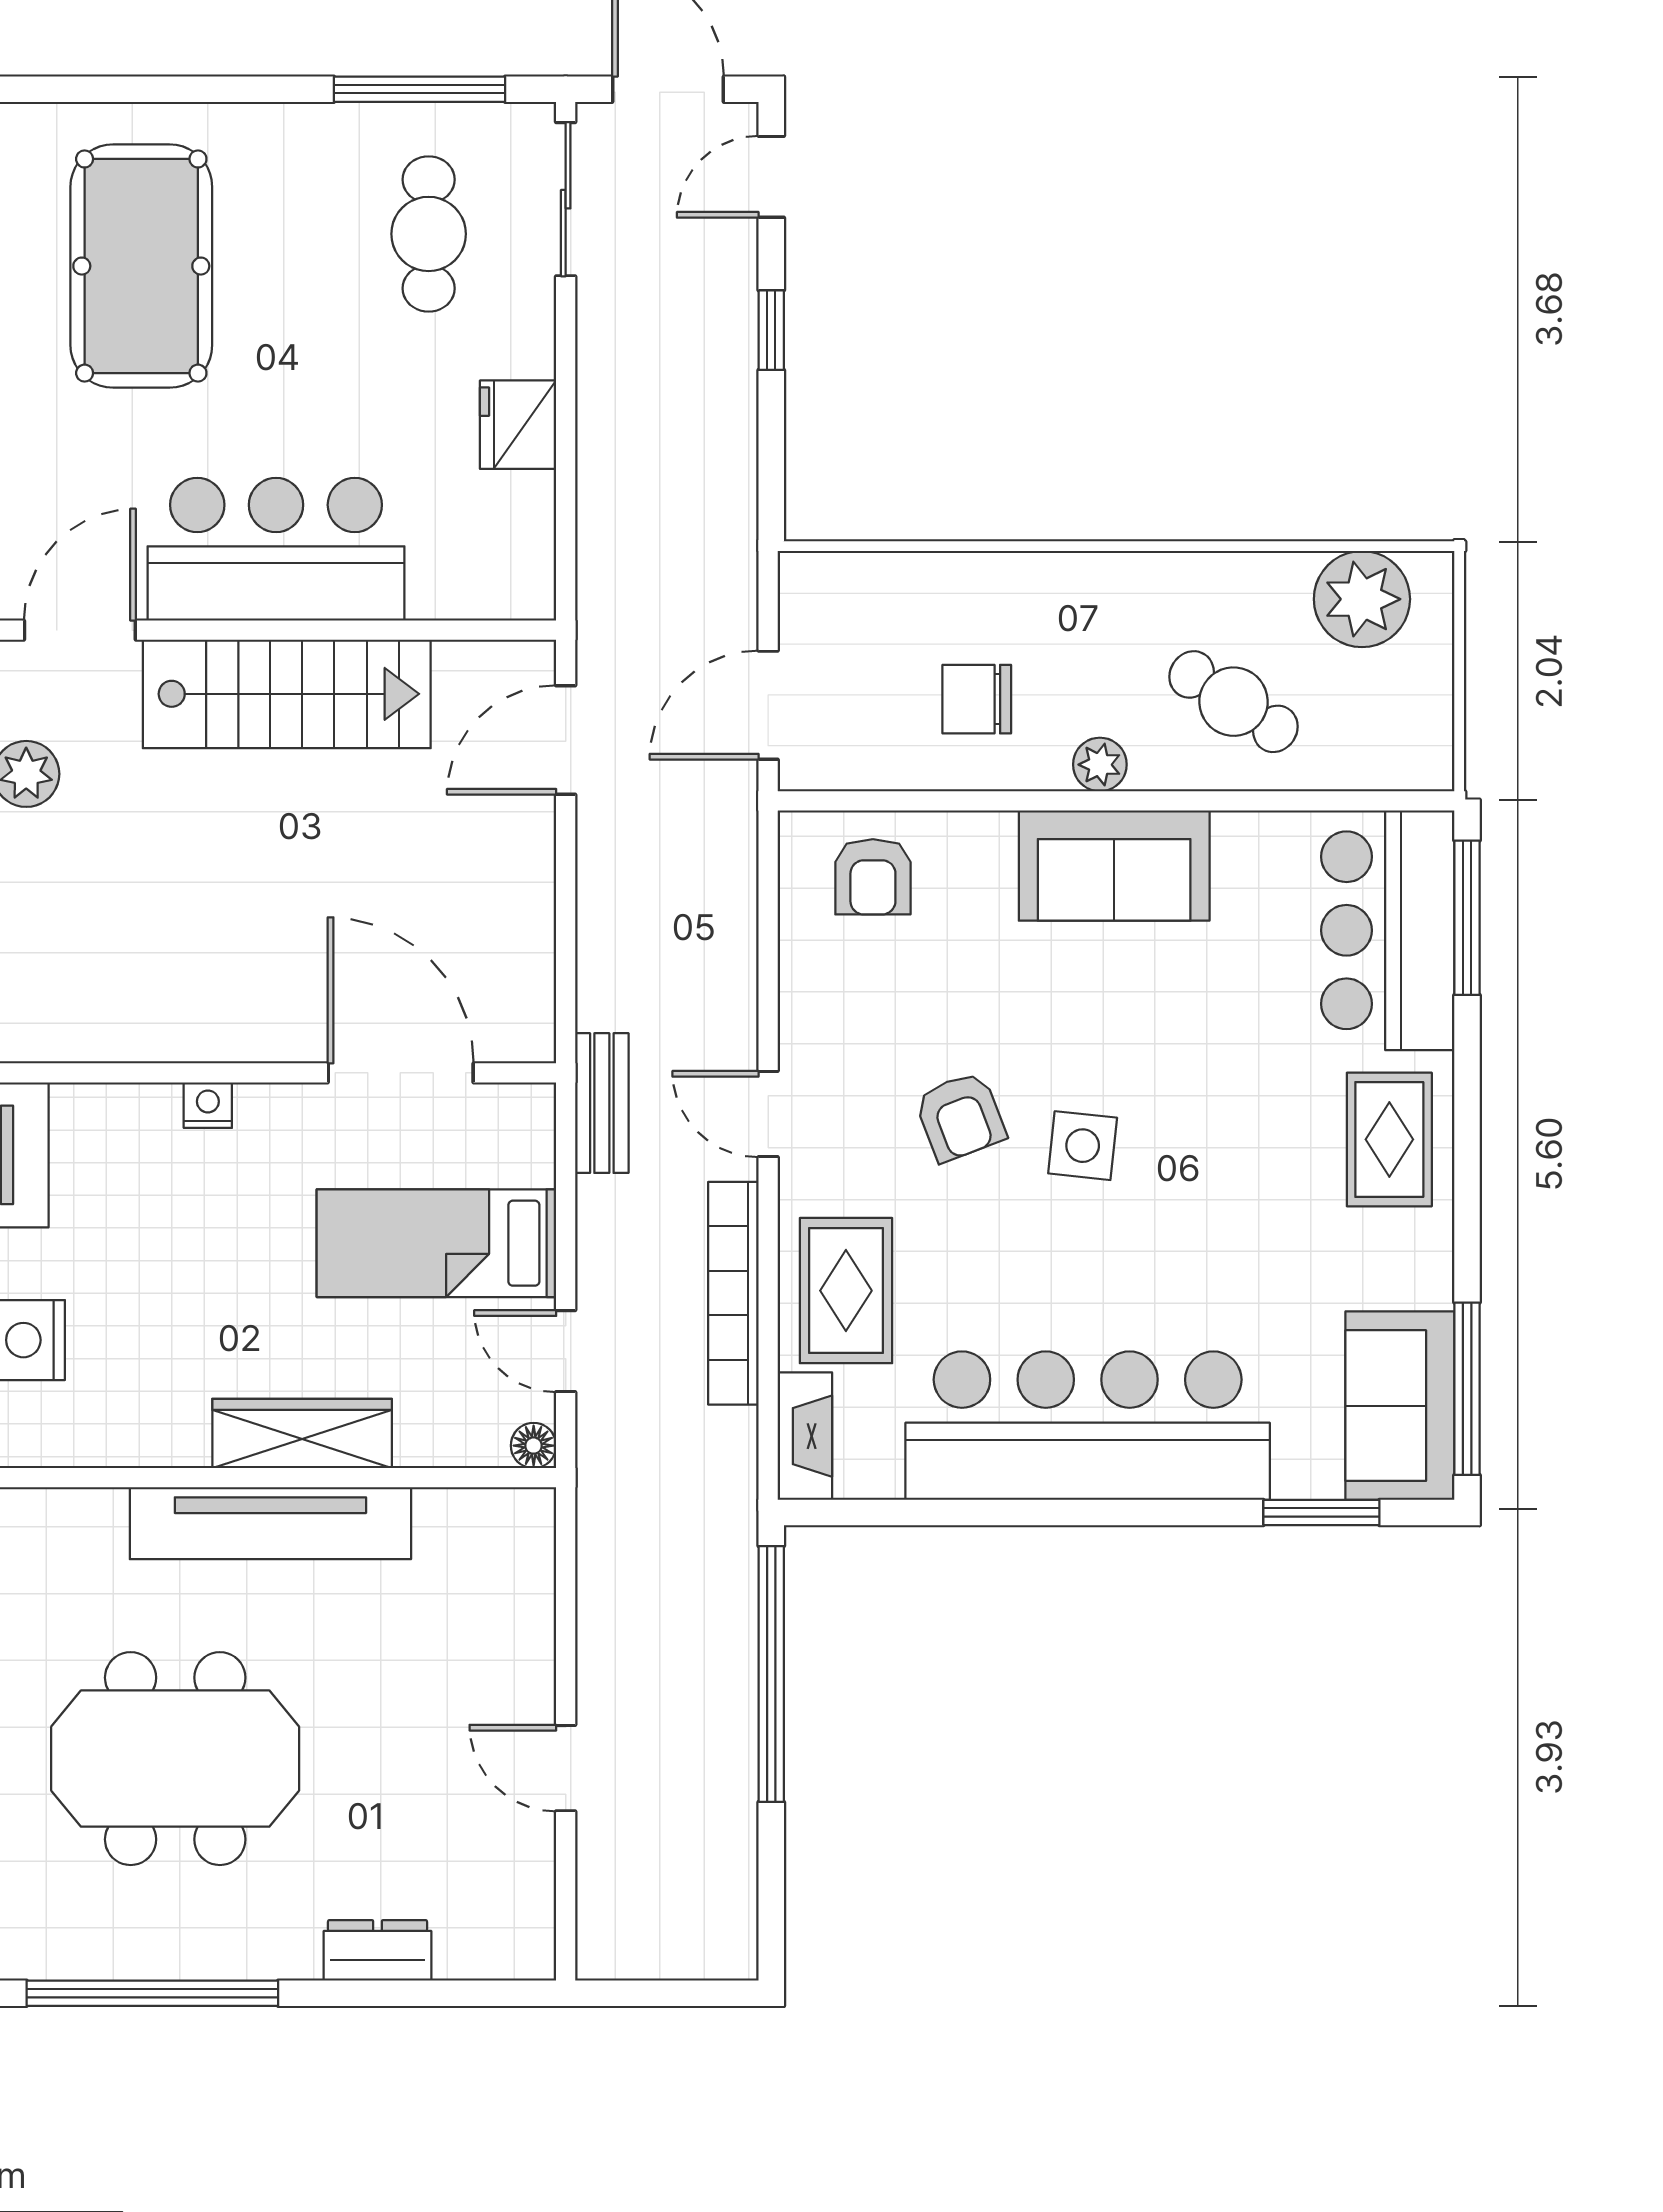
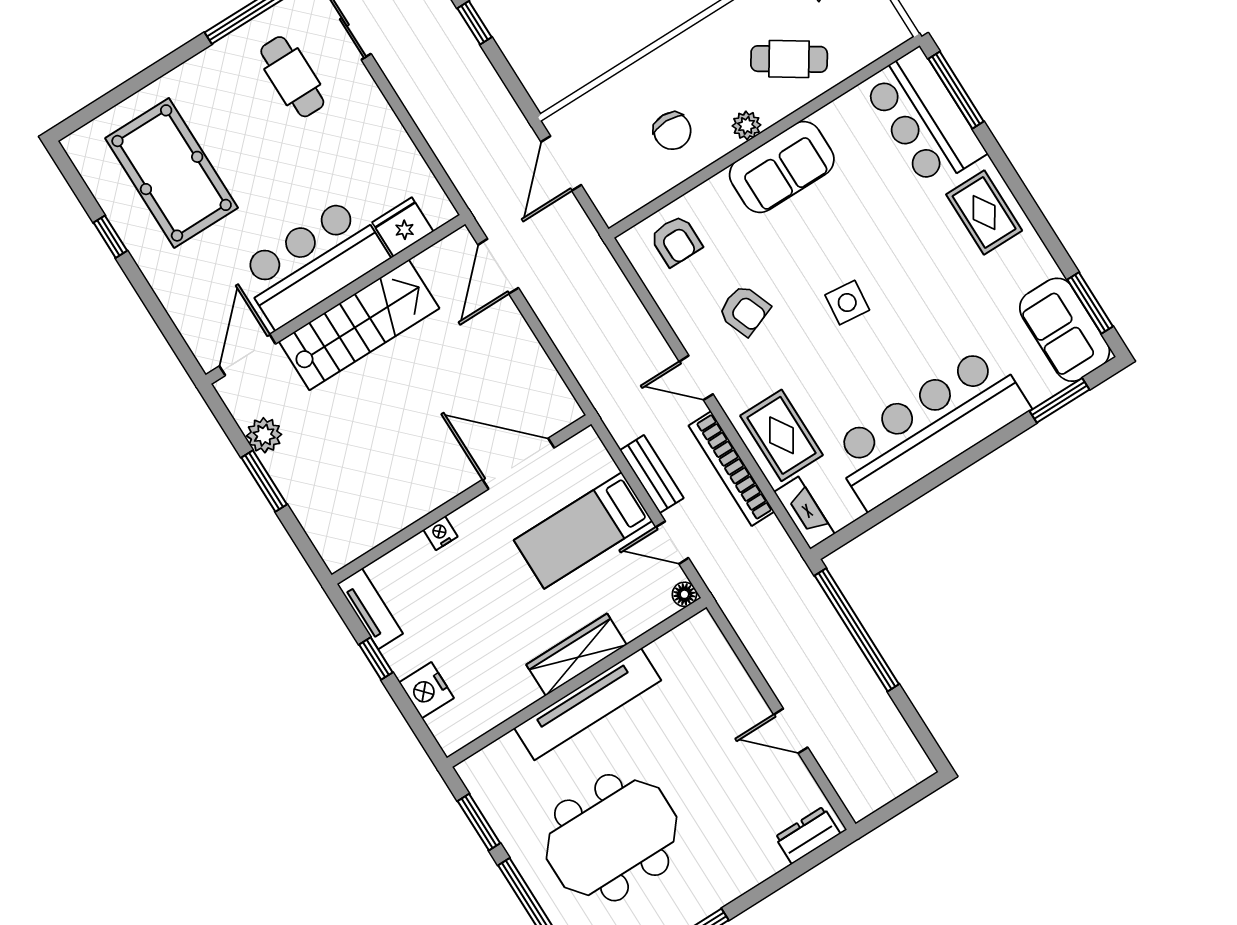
fridge: (518, 425) -> (403, 227), moved, turned 90
chair: (977, 699) -> (672, 131), turned -90
door: (768, 705) -> (561, 163), moved
bench: (602, 1103) -> (652, 474), moved
armchair: (960, 1117) -> (744, 310), moved
window: (1467, 1389) -> (1090, 303), width x0.69
dresser: (378, 1950) -> (808, 835), moved

